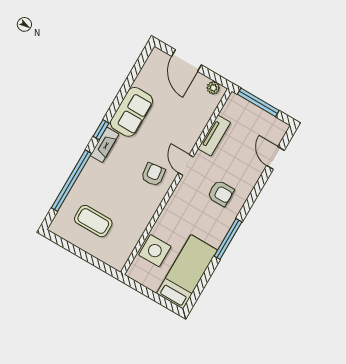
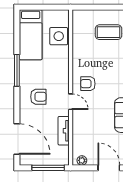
door: (275, 158) -> (17, 139), width x1.88
armchair: (153, 174) -> (88, 84), turned 97
armchair: (221, 193) -> (38, 97), turned 180

